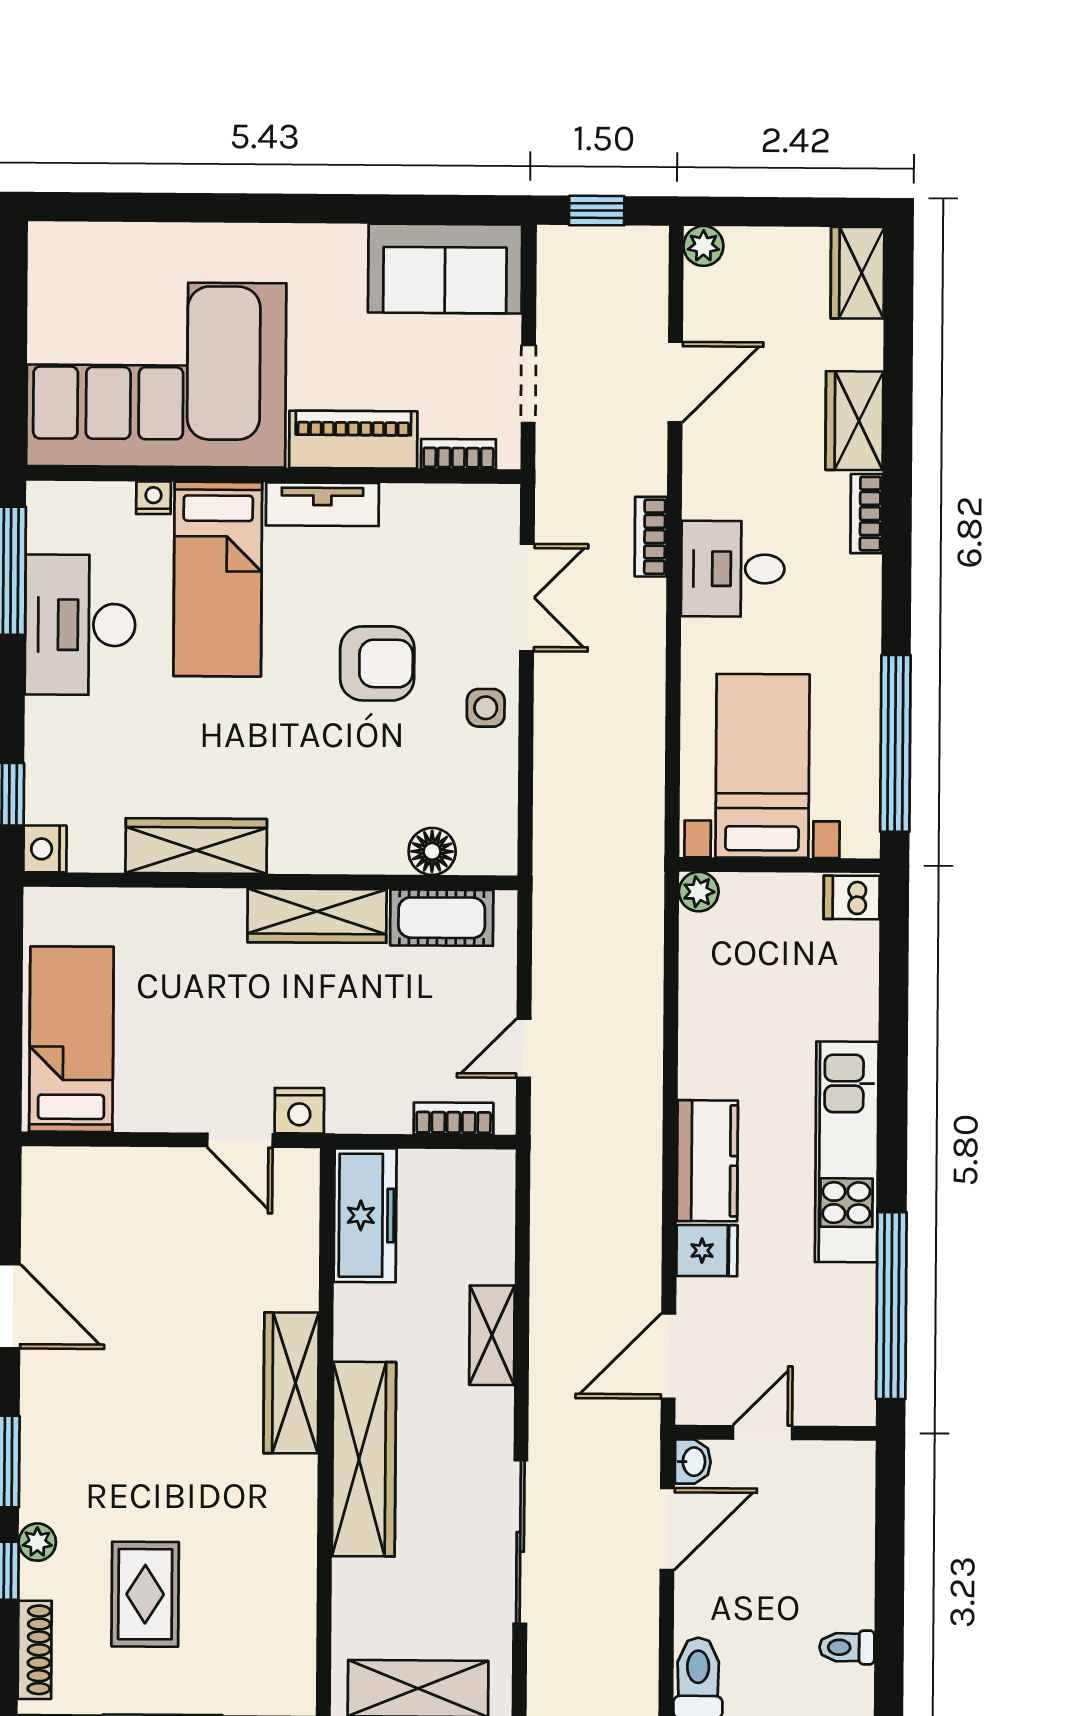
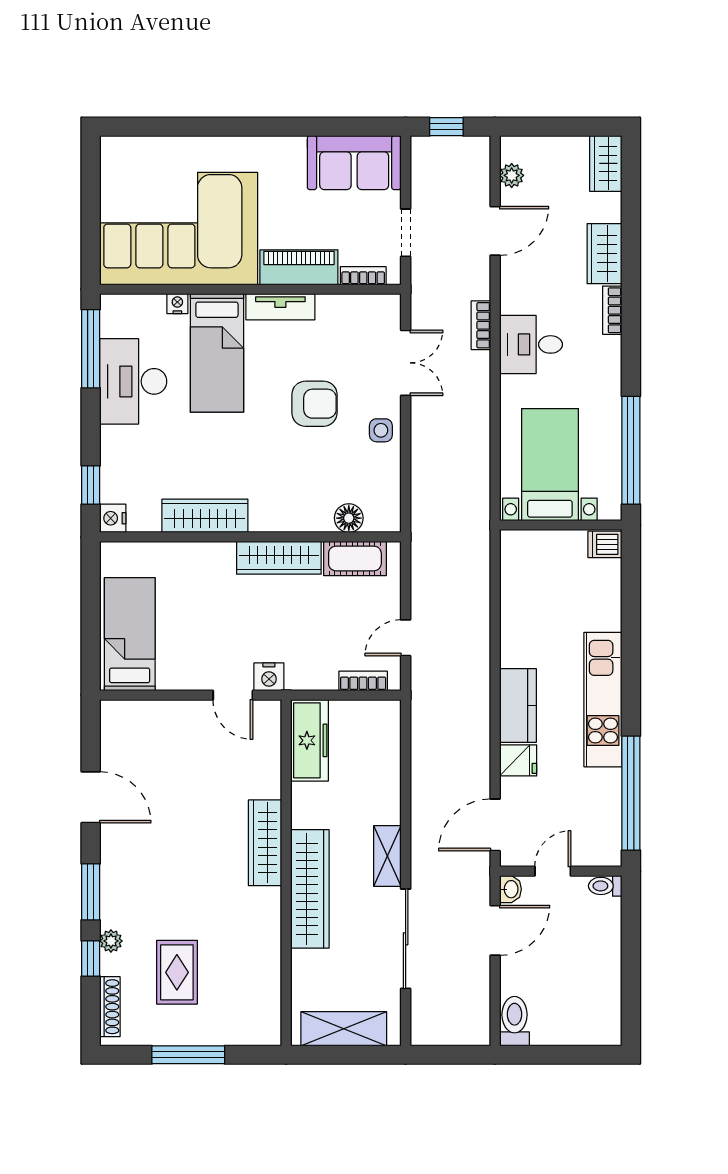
plant: (703, 246) -> (512, 175), moved
plant: (699, 892) -> (512, 542), removed
shelving: (492, 1335) -> (387, 856), moved
toilet: (847, 1647) -> (605, 886), moved

